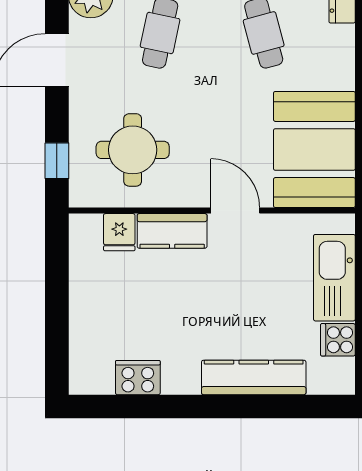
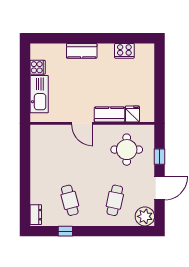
booth: (314, 149) -> (48, 150), removed
window: (57, 161) -> (160, 157), moved
kitchen counter: (254, 377) -> (82, 51), width x0.67

